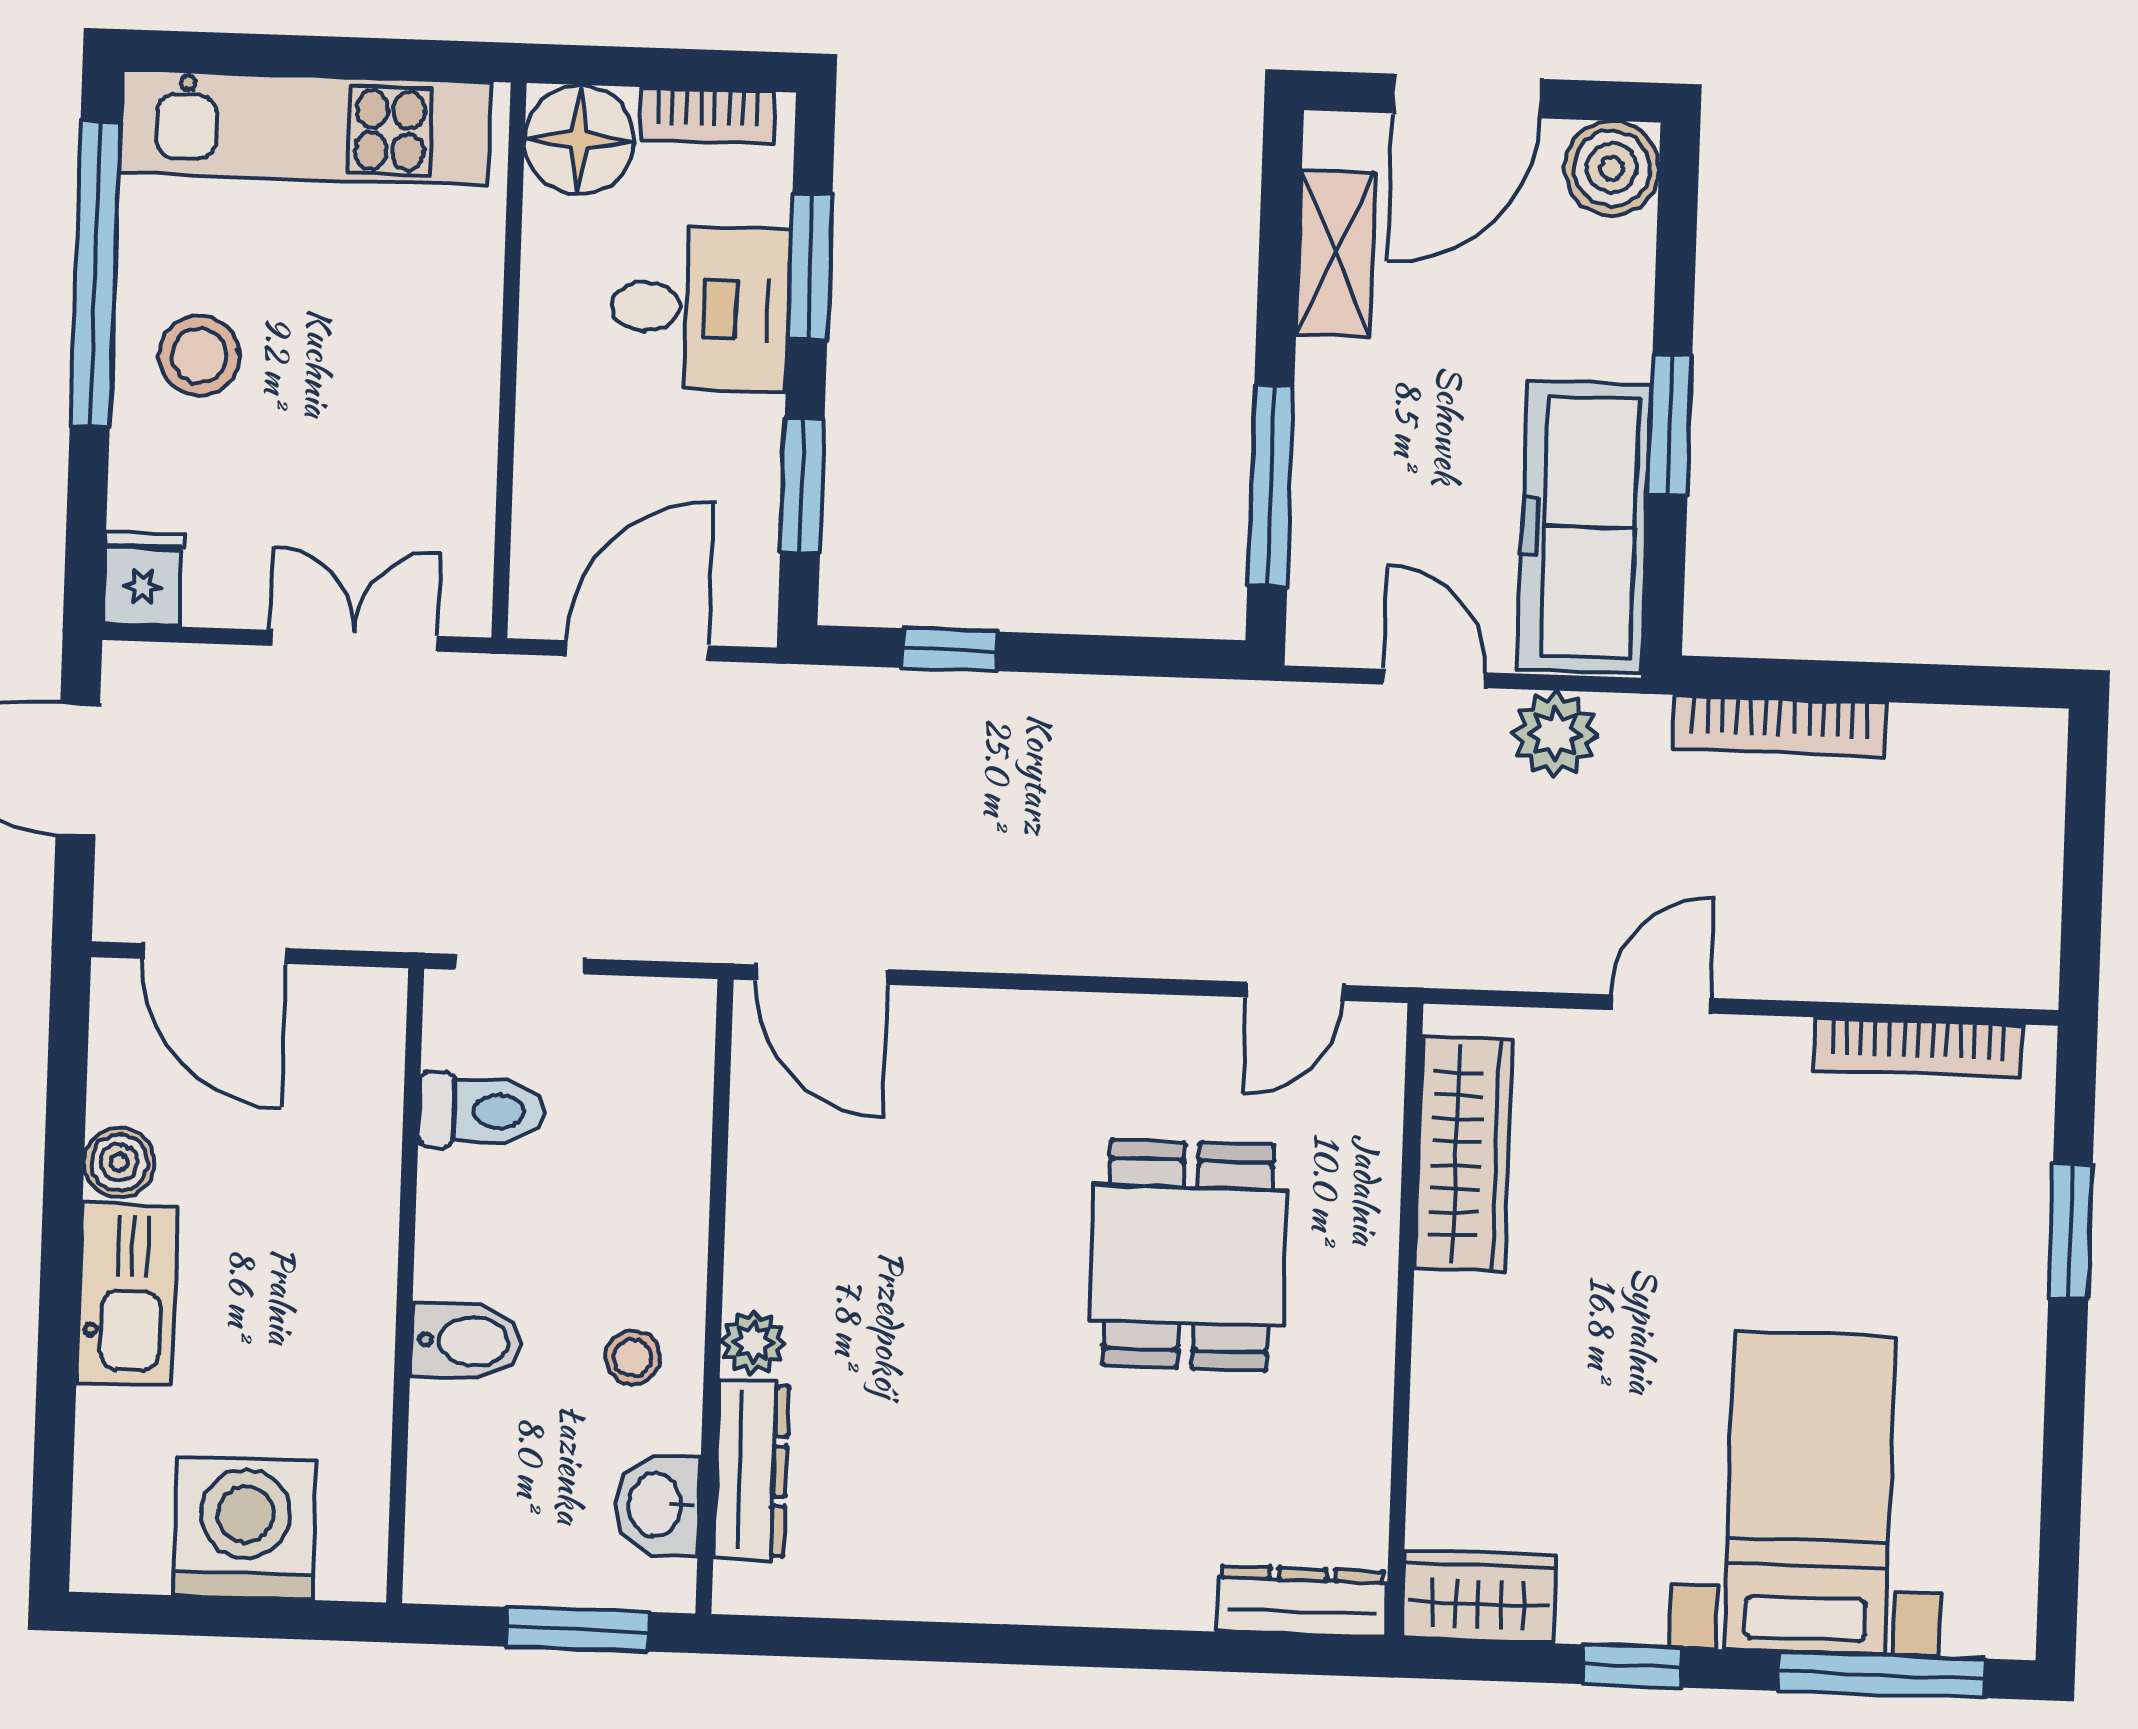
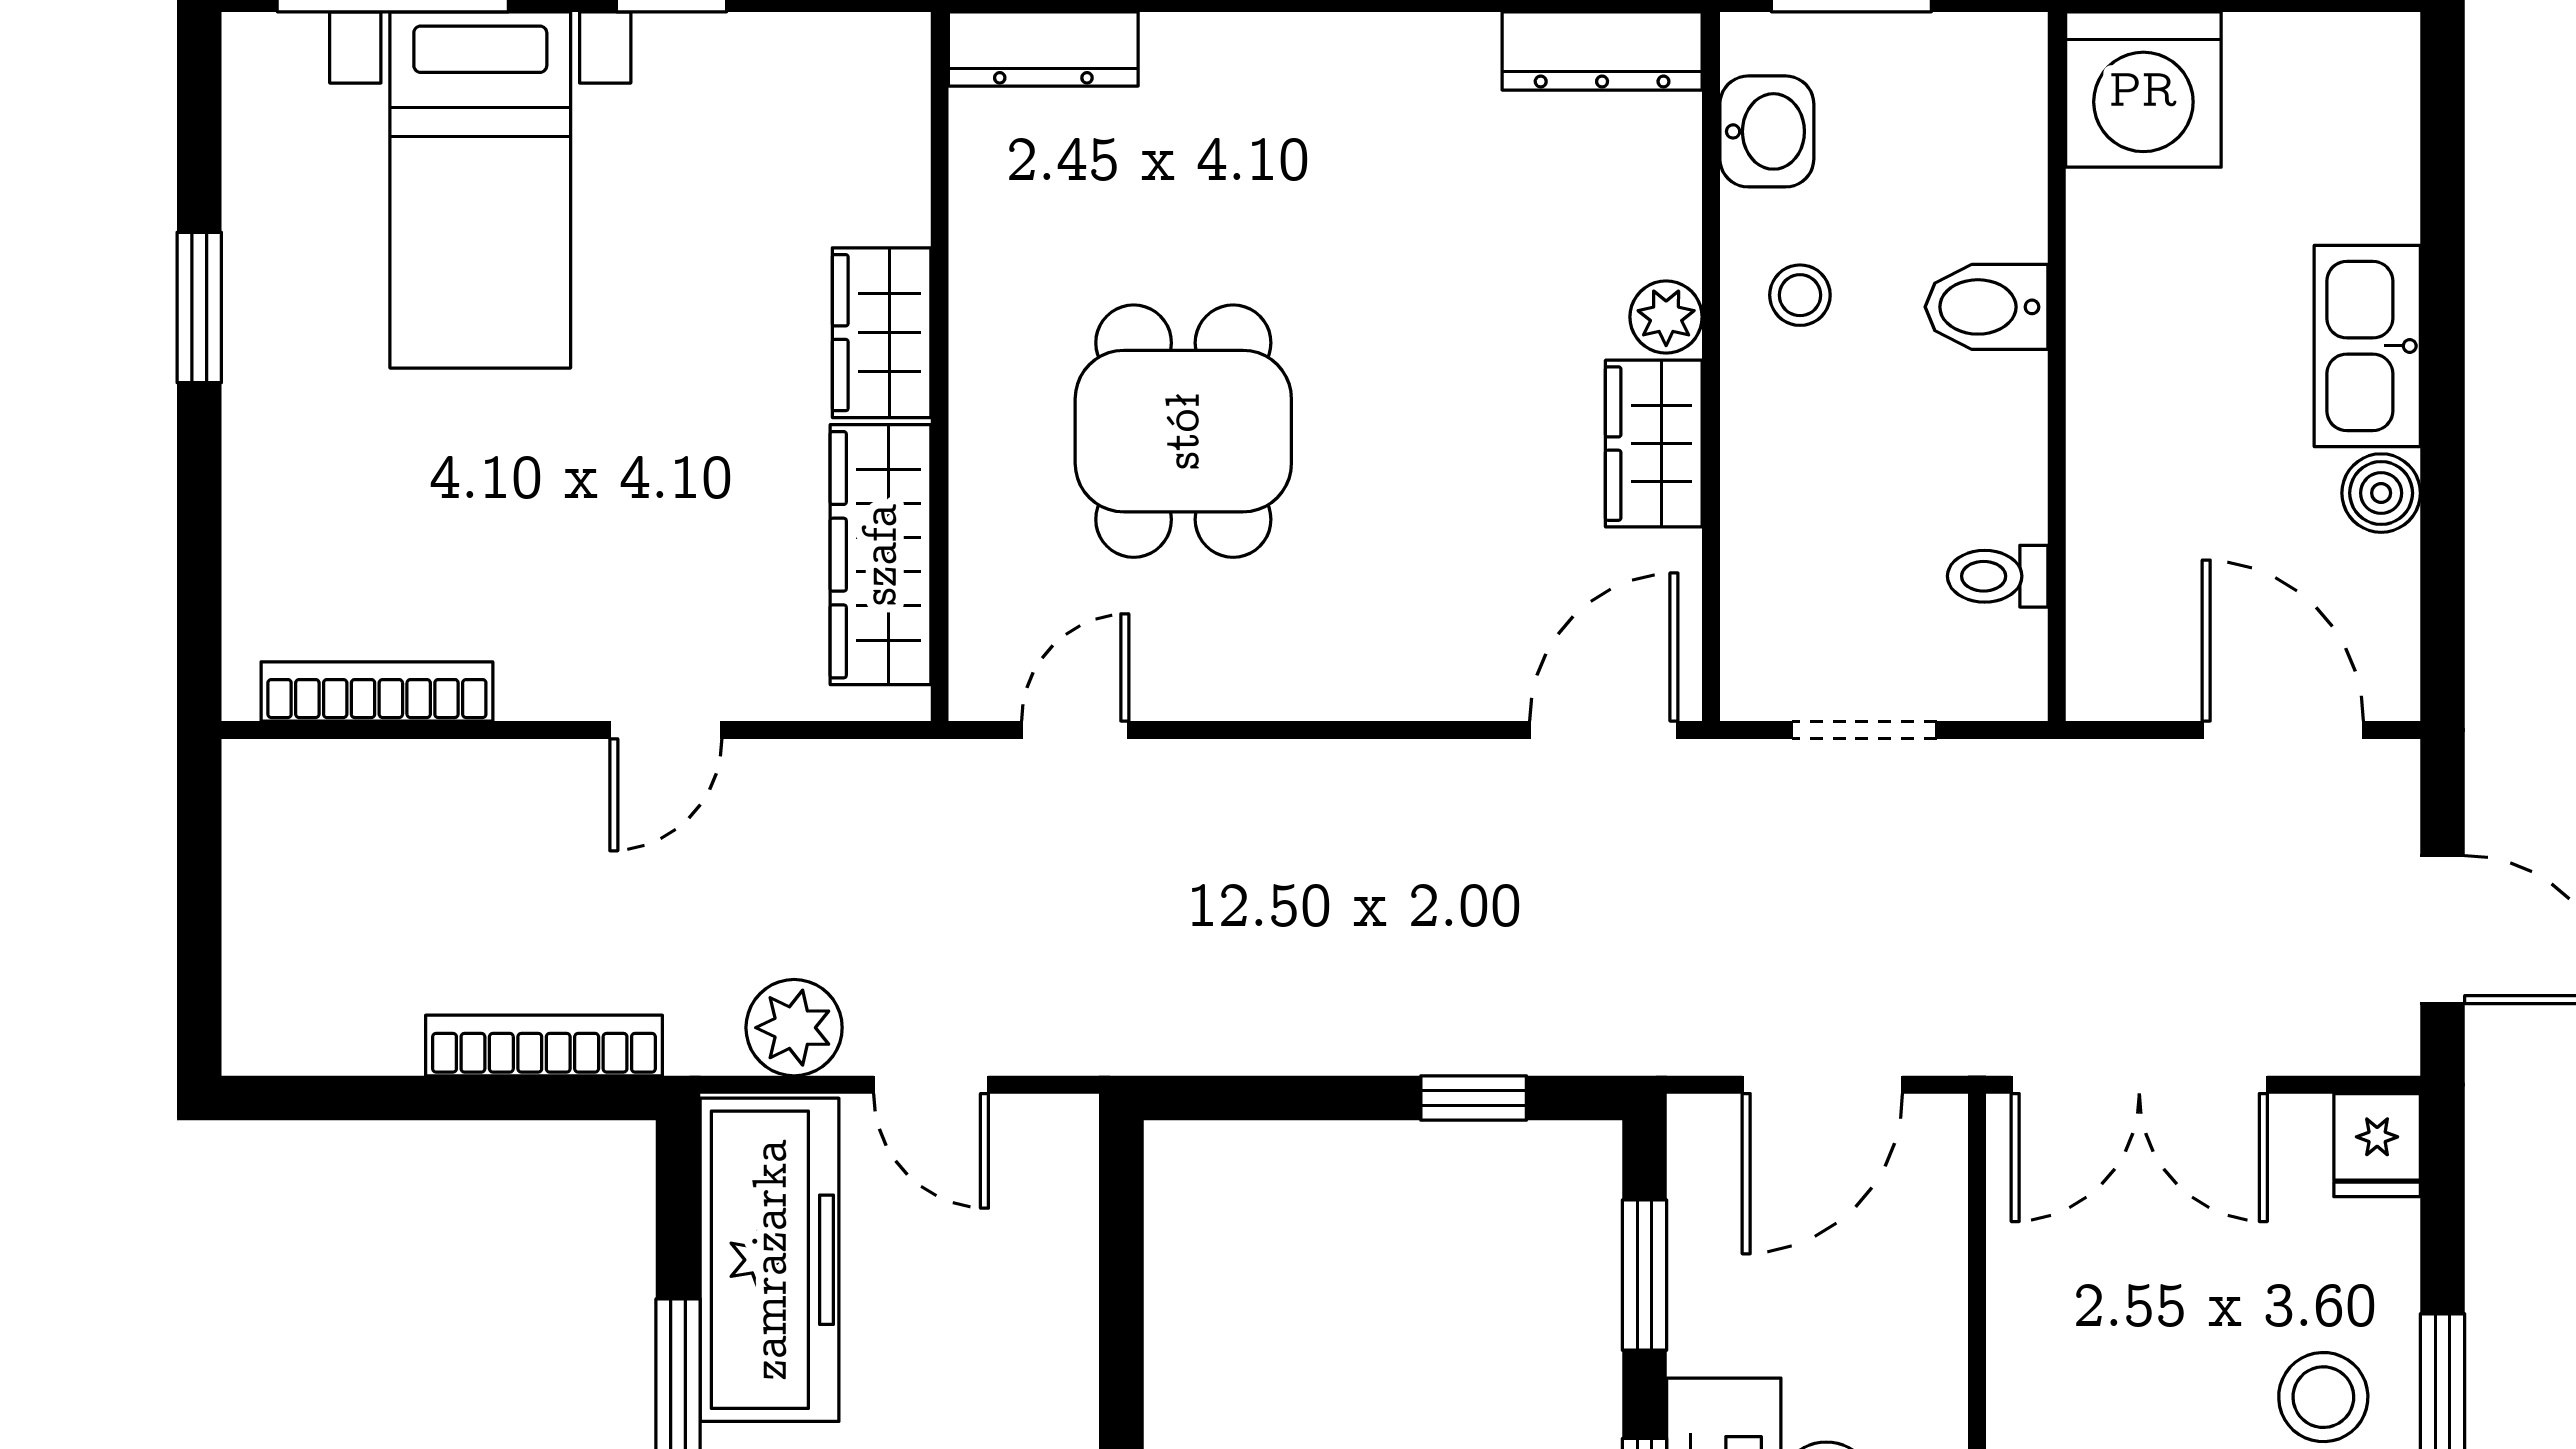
window: (1271, 486) -> (1121, 1293), removed
double door: (354, 641) -> (2139, 1085), width x1.37
doorway: (520, 964) -> (1864, 730), moved
door: (822, 975) -> (1604, 730), hinge flipped
toilet: (482, 1111) -> (1998, 576), width x0.73, depth x0.72
wardrobe: (768, 1229) -> (1654, 444), added
window: (2071, 1231) -> (199, 307), moved
dresser: (751, 1470) -> (1602, 51), moved, turned -90
washing machine: (245, 1528) -> (2143, 90), moved
wardrobe: (1479, 1597) -> (882, 333), moved, turned 90

